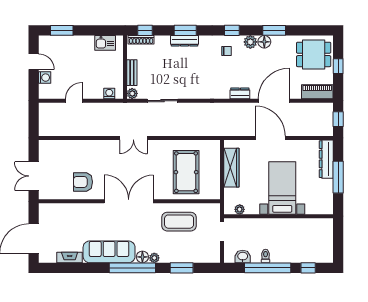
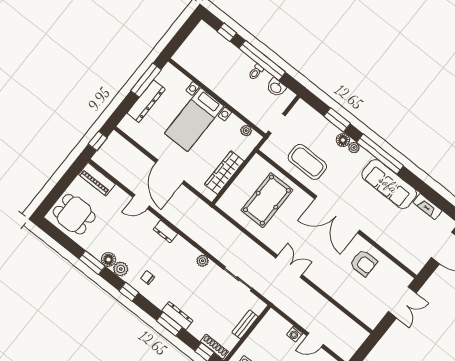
window: (338, 66) -> (61, 187), removed
plant: (132, 93) -> (203, 261), moved
washing machine: (109, 94) -> (295, 334), moved
door: (274, 101) -> (141, 202), width x0.53
dresser: (326, 159) -> (146, 101), moved
window: (338, 177) -> (146, 80), moved
floor lamp: (142, 257) -> (343, 140), moved

